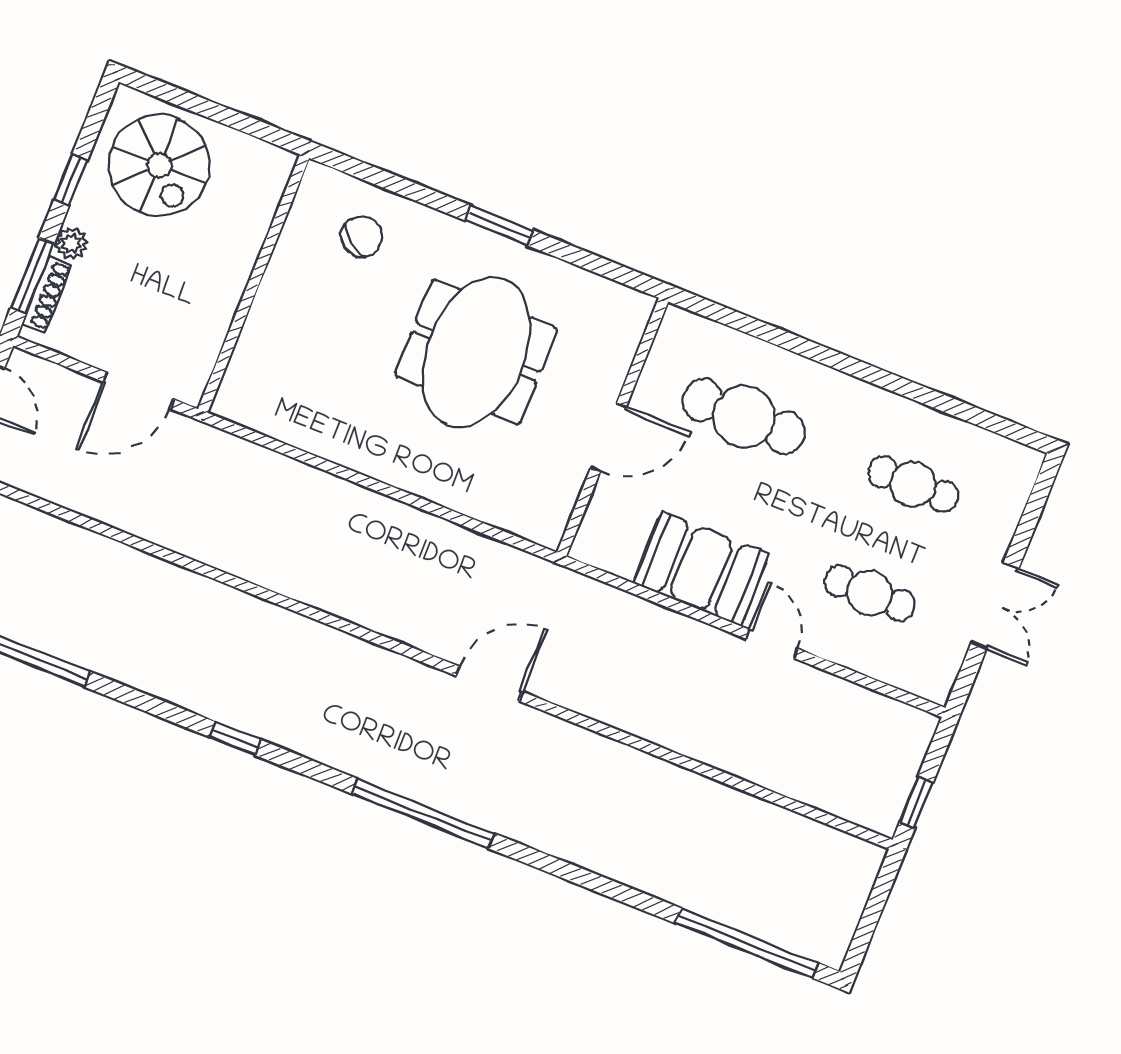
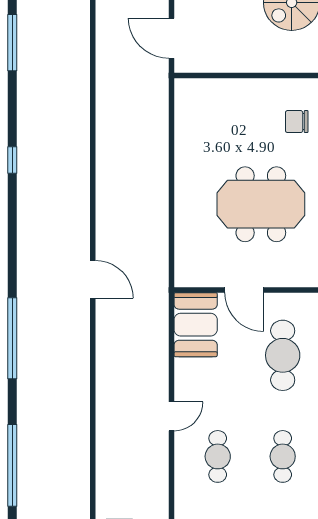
chair: (362, 236) -> (297, 122), turned 144
booth: (701, 569) -> (196, 325), moved
window: (423, 814) -> (12, 338), moved

